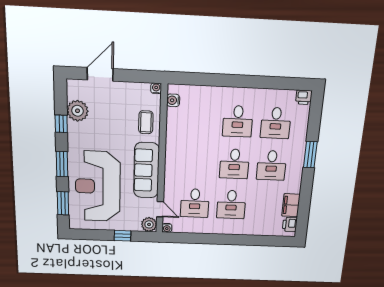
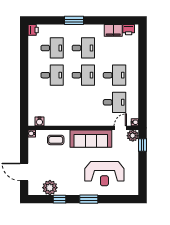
reception desk: (98, 186) -> (104, 174), width x0.74, depth x0.77
window: (63, 203) -> (118, 199), removed
window: (123, 236) -> (142, 145), moved

